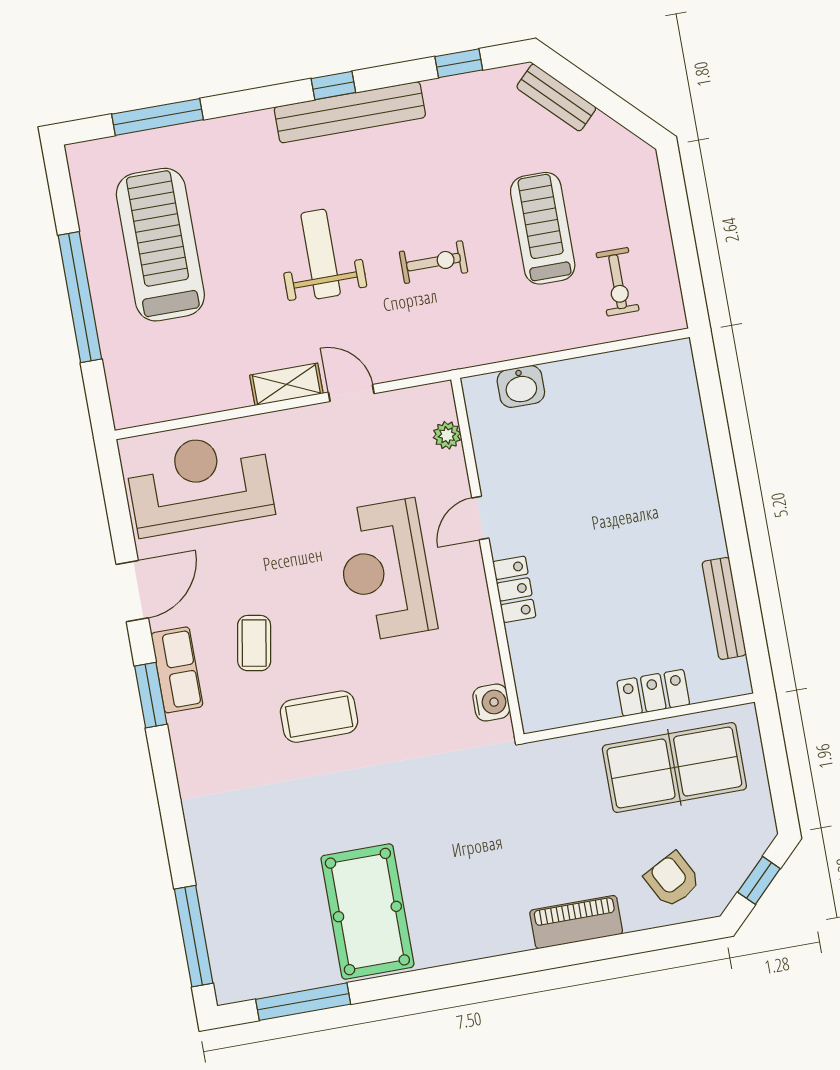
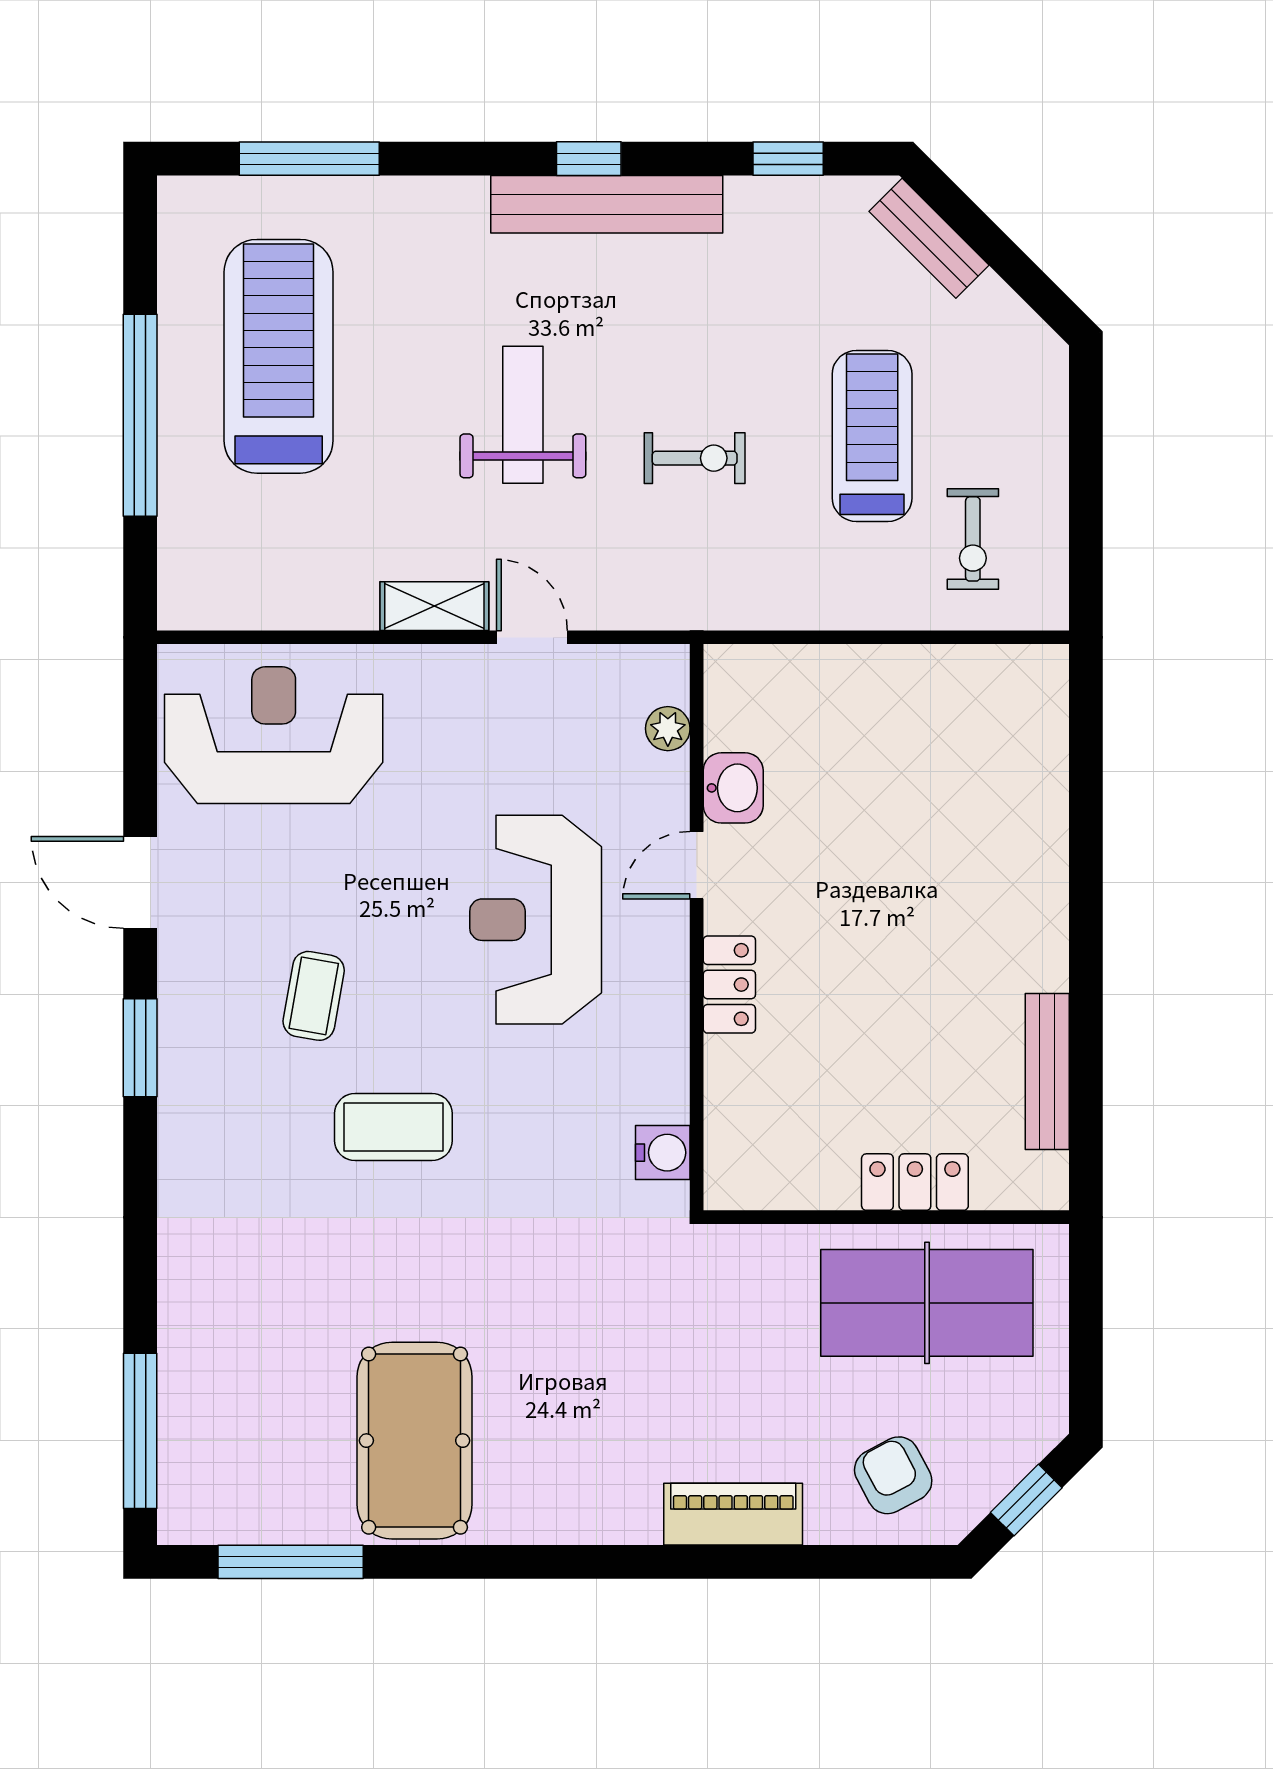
washbasin: (521, 386) -> (733, 788), moved, turned -90
door: (132, 591) -> (140, 882), swing flipped
row of seats: (177, 670) -> (187, 1016), removed

